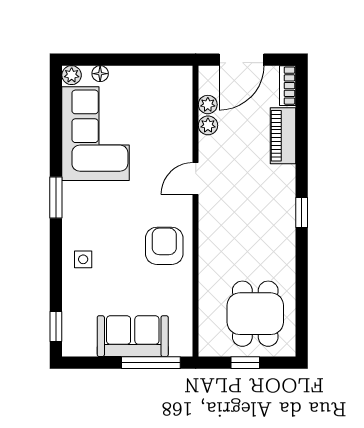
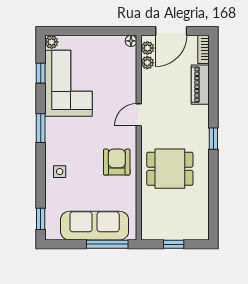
floor lamp: (100, 74) -> (131, 41), moved
window: (56, 119) -> (41, 73), added
plant: (208, 125) -> (147, 48), moved
dining table: (255, 314) -> (170, 169), moved, turned 90
sofa: (133, 336) -> (95, 226), width x1.36

